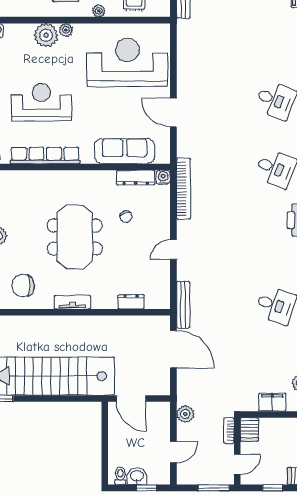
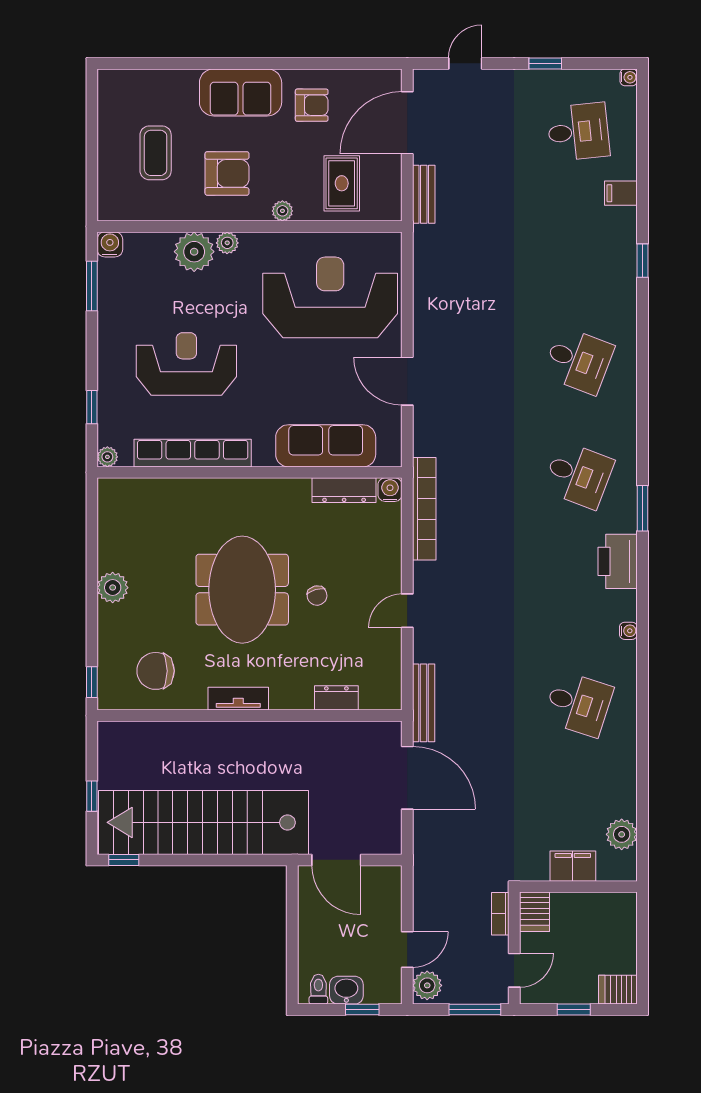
chair: (126, 217) -> (317, 596), moved
plant: (185, 414) -> (427, 985), moved

